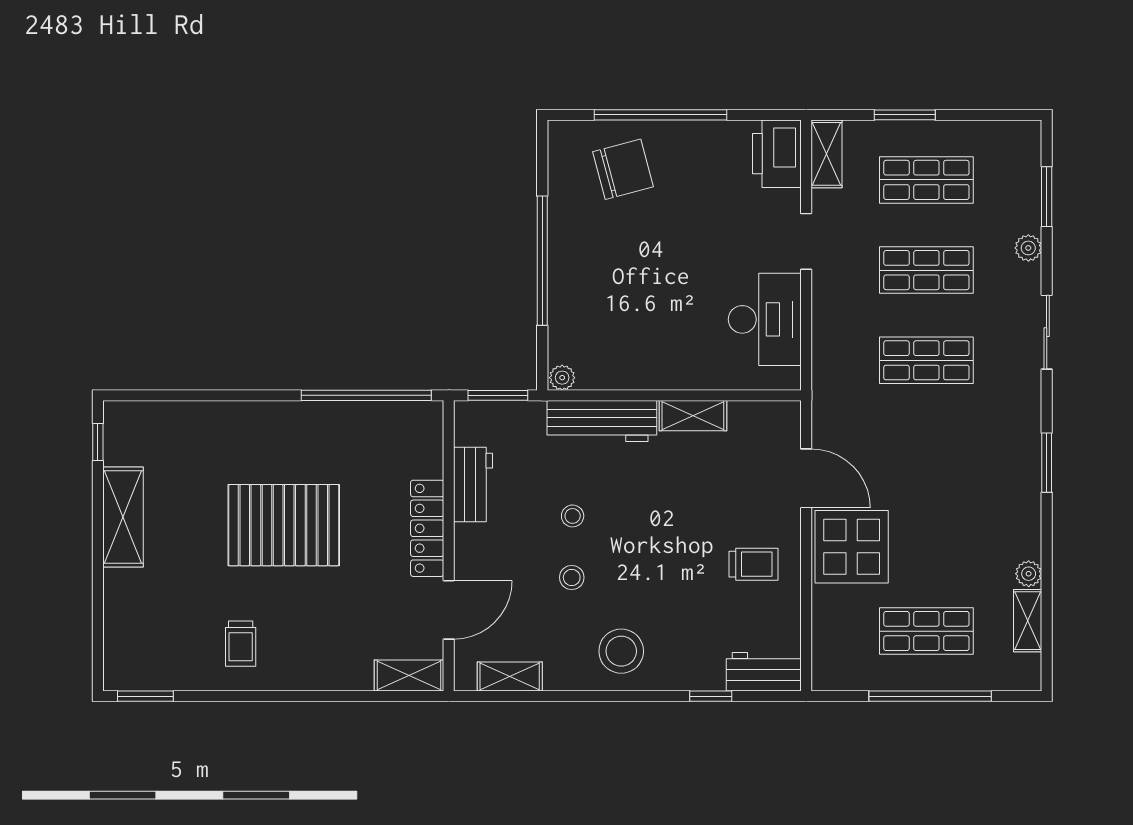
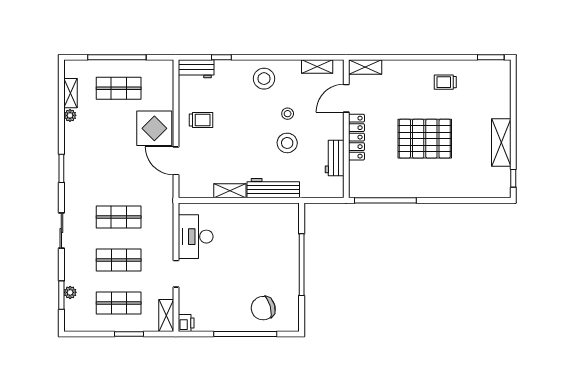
printer: (777, 154) -> (186, 323), width x0.53, depth x0.68
plant: (1028, 248) -> (70, 292), moved
plant: (562, 378) -> (292, 209), removed
window: (498, 395) -> (323, 200), removed
stool: (573, 516) -> (287, 143), width x1.89, depth x1.89
trolley: (753, 564) -> (201, 120), turned 180
trolley: (241, 644) -> (445, 82), turned -90

